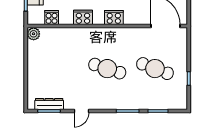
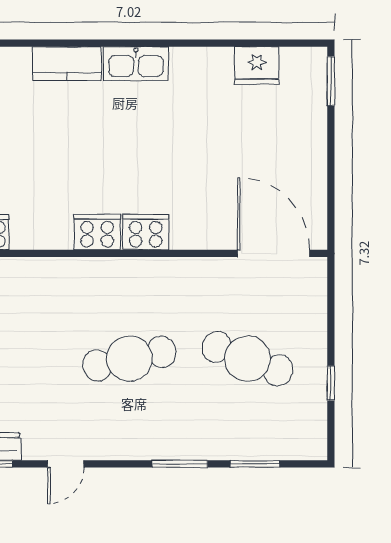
cooker: (83, 17) -> (97, 232), moved
cafe table: (107, 69) -> (129, 359), turned -30

